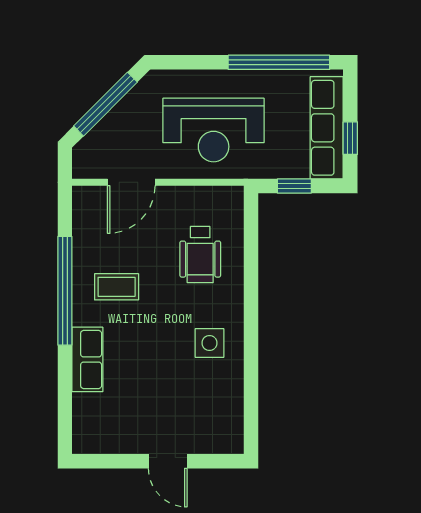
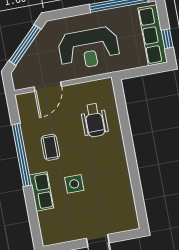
window: (294, 186) -> (140, 72), removed
coffee table: (117, 287) -> (50, 147), turned 90
side table: (209, 343) -> (74, 184), moved

